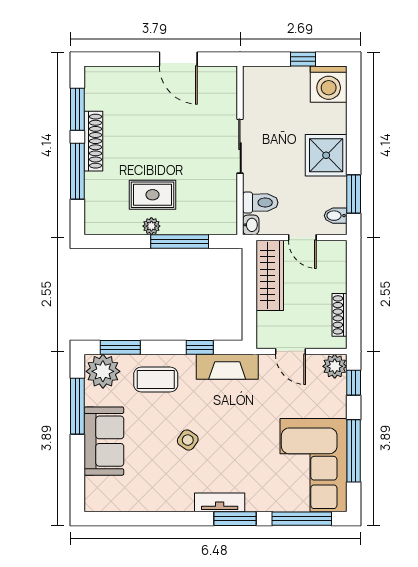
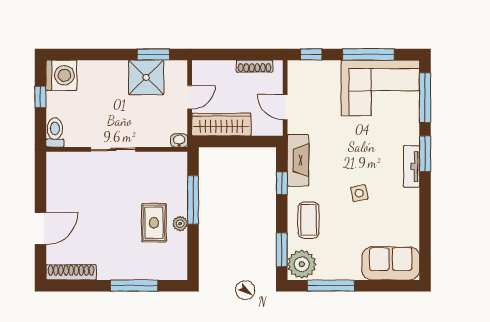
door: (178, 59) -> (40, 228), moved
window: (77, 109) -> (82, 286), removed
shoe rack: (93, 141) -> (71, 272), moved
shower: (326, 155) -> (146, 77), moved
toilet: (260, 203) -> (55, 133), moved
bidet: (336, 216) -> (171, 69), removed
door: (291, 351) -> (285, 107), swing flipped
plant: (335, 366) -> (298, 70), removed
side table: (188, 440) -> (359, 193), turned 45
sofa: (104, 441) -> (391, 263), moved

